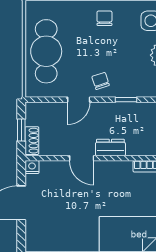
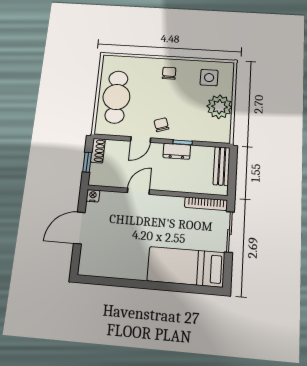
shoe rack: (32, 141) -> (98, 151), moved
dresser: (110, 148) -> (177, 151), moved, turned 180
door: (82, 158) -> (138, 191), swing flipped

